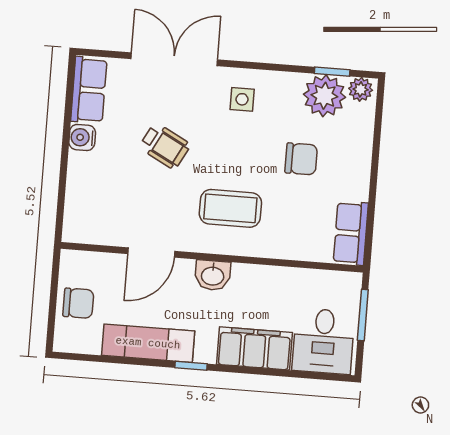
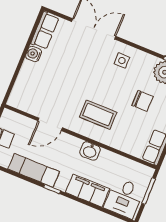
wheelchair: (165, 146) -> (75, 72), removed
washbasin: (213, 275) -> (90, 151), moved

